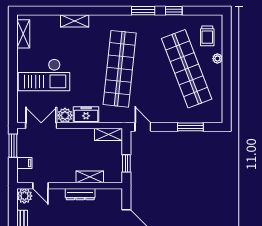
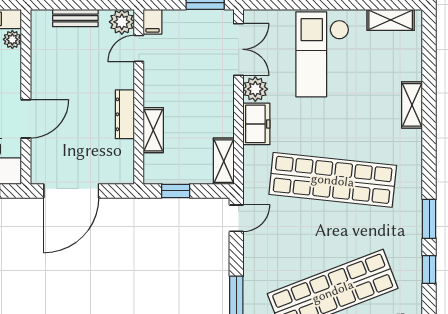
filing cabinet: (24, 163) -> (153, 22), moved

